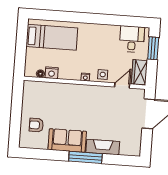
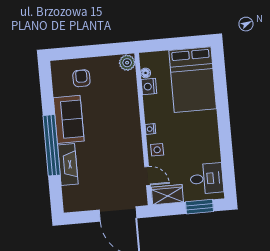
bed: (52, 37) -> (193, 80), width x1.50
plant: (30, 87) -> (127, 63), added
window: (85, 157) -> (52, 145), width x1.46

